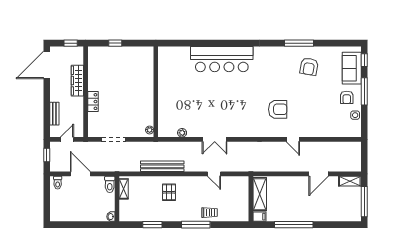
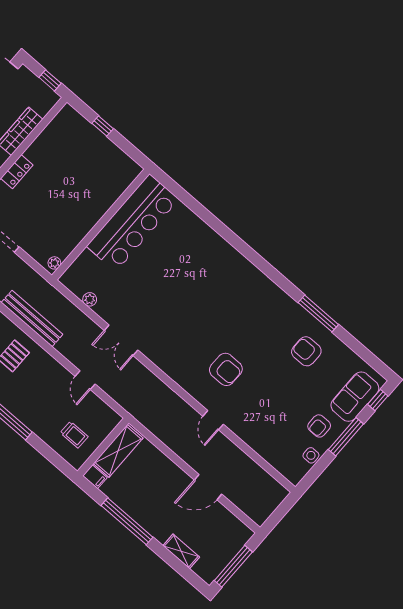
bar counter: (222, 59) -> (133, 223), moved, turned -90
armchair: (309, 67) -> (306, 351), turned 80
shelving: (350, 181) -> (181, 551), moved
trolley: (210, 213) -> (74, 435), moved

